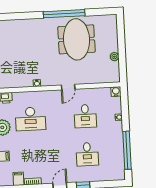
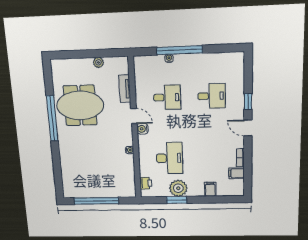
tv unit: (92, 79) -> (125, 89), added
water cooler: (116, 92) -> (142, 129), moved
window: (127, 150) -> (179, 50), moved

